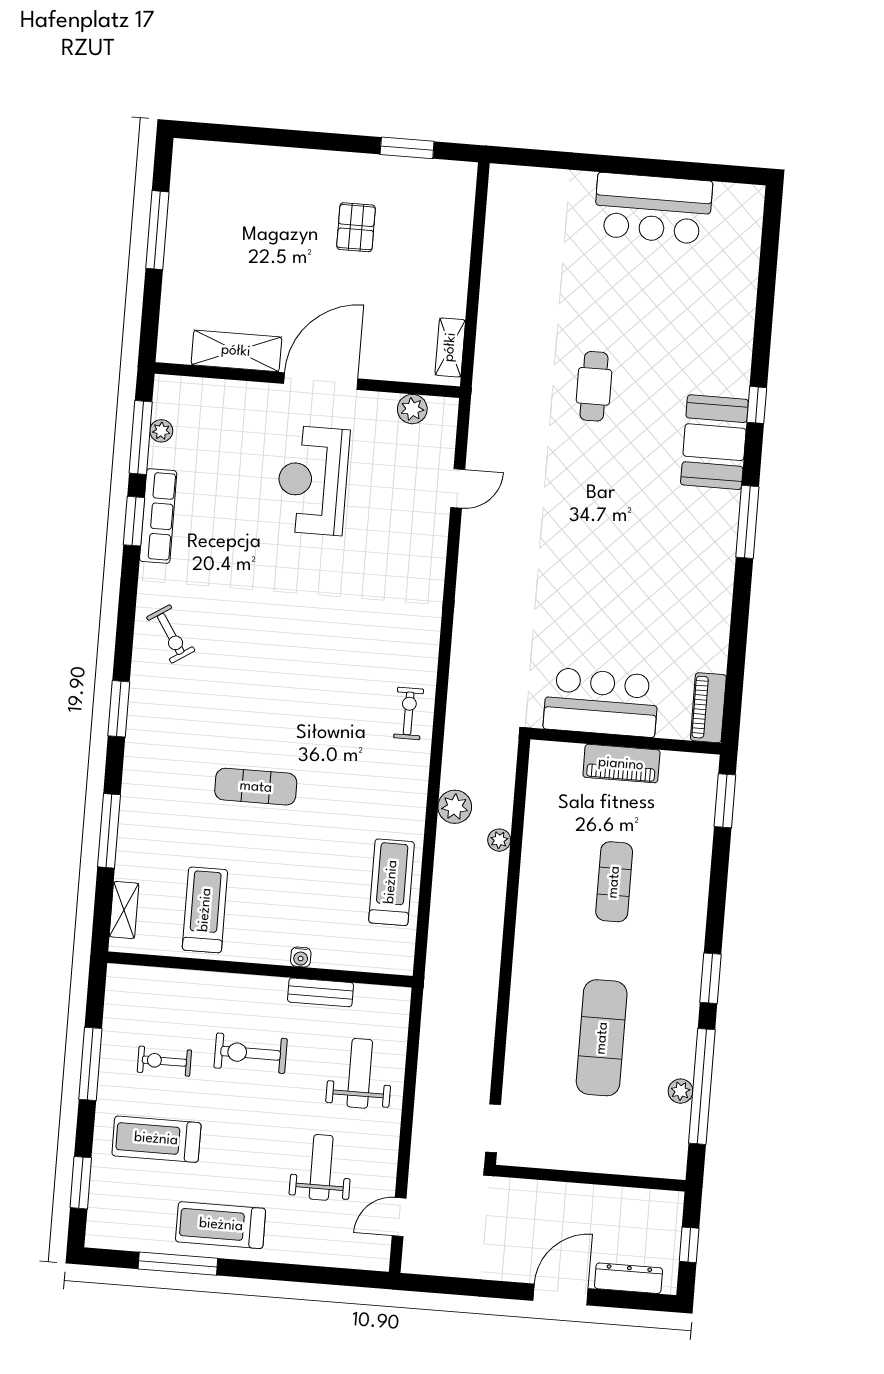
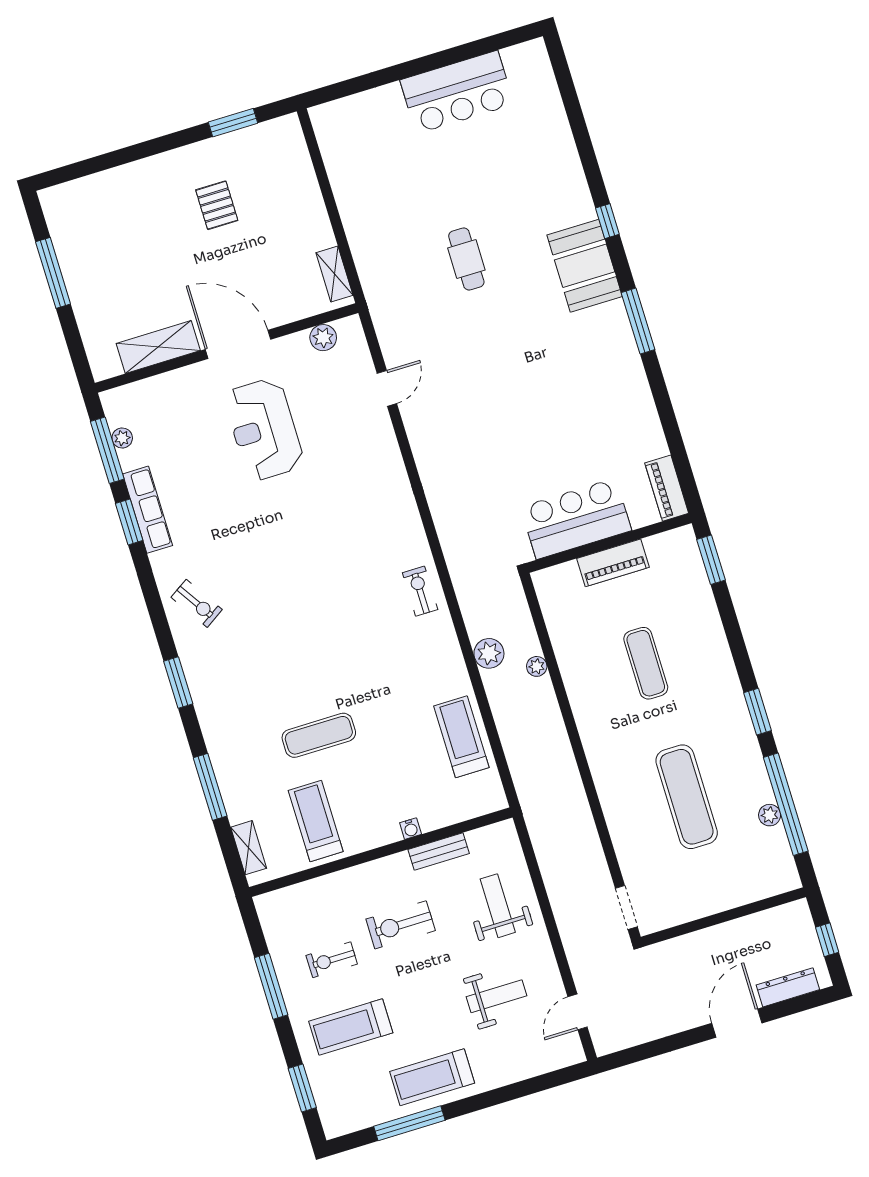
door: (321, 381) -> (238, 344), hinge flipped
exercise mat: (256, 787) -> (319, 735), moved
weight bench: (321, 1167) -> (497, 996), turned 90

